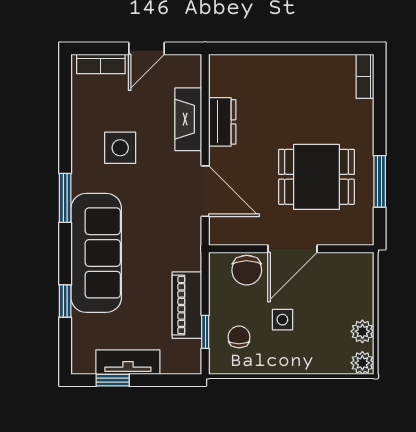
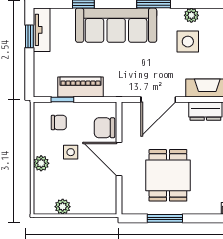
plant: (82, 142) -> (191, 15), added
tv unit: (128, 362) -> (42, 30), moved
plant: (362, 363) -> (41, 163), moved

